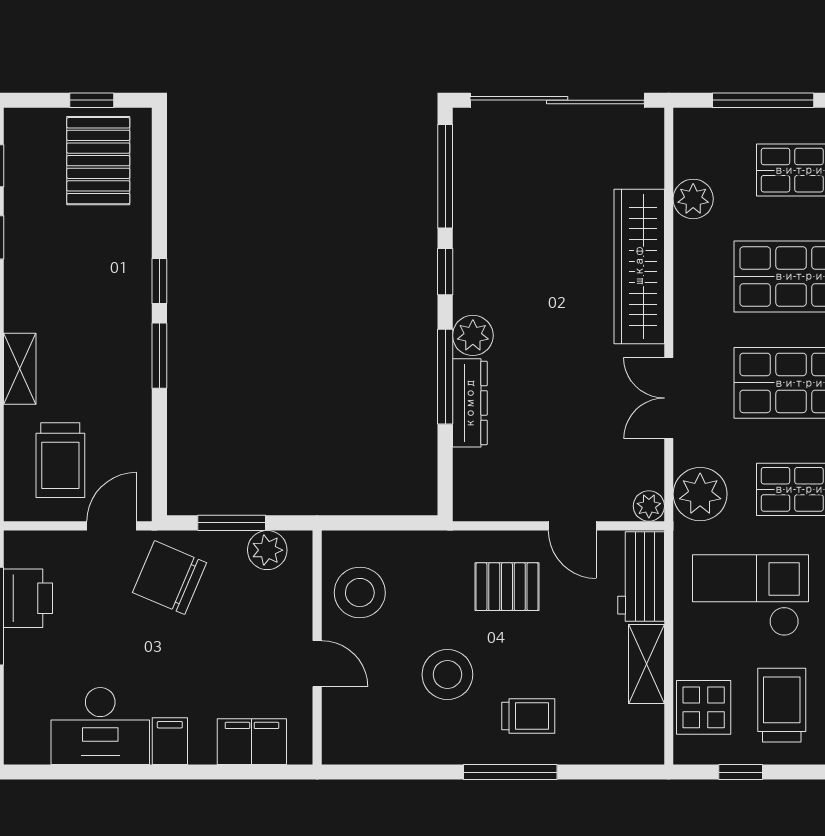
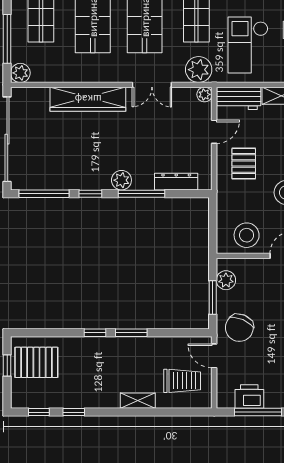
plant: (693, 199) -> (20, 73), moved
dresser: (470, 403) -> (176, 182), moved

